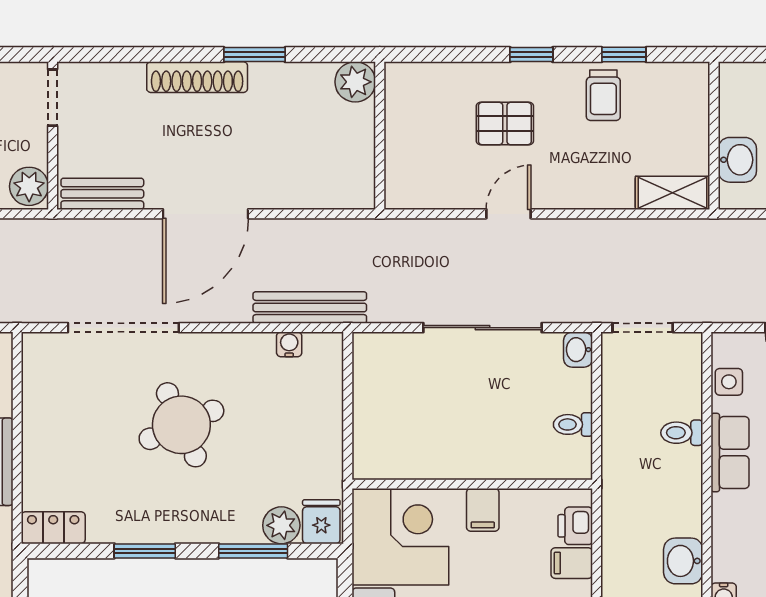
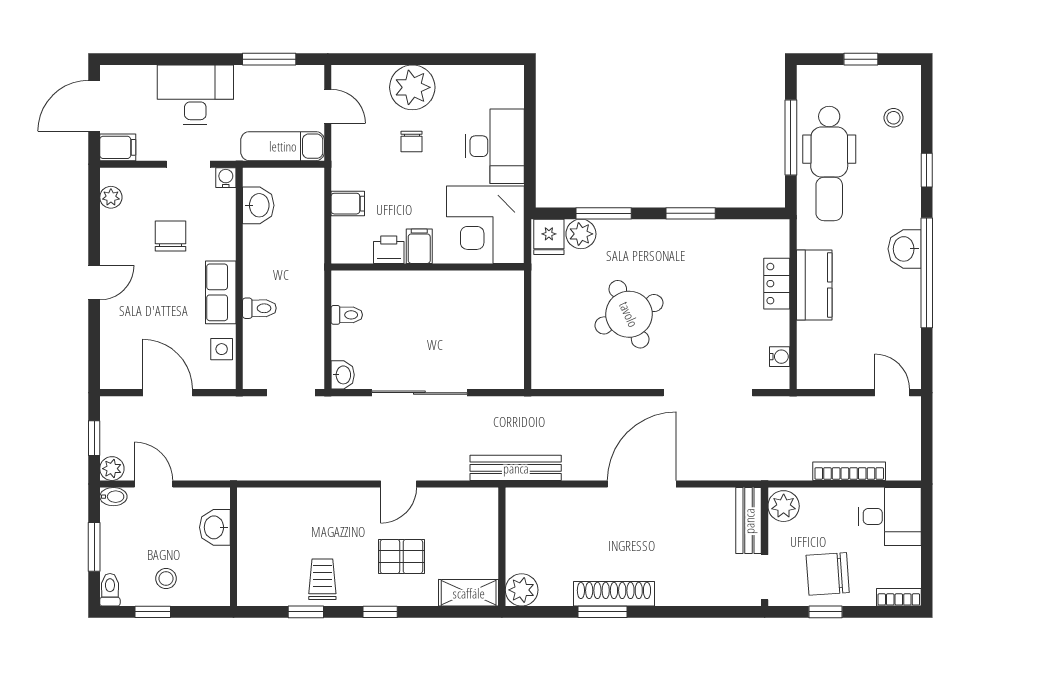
shoe rack: (197, 77) -> (614, 594), moved
shelving: (673, 193) -> (469, 593), moved
bench: (102, 194) -> (749, 521), moved, turned 90
bench: (310, 307) -> (516, 468), moved
water cooler: (289, 344) -> (780, 357), moved, turned -90
round table: (181, 425) -> (629, 314), moved
printer: (575, 526) -> (389, 250), moved, turned -90
locker: (53, 528) -> (777, 284), moved, turned 90

